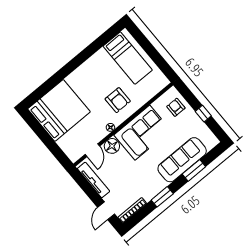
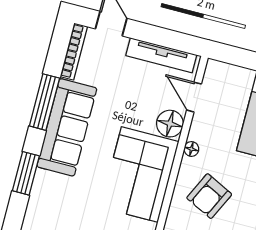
armchair: (118, 100) -> (209, 196), turned -64
sofa: (182, 160) -> (67, 127), moved
window: (162, 197) -> (44, 102), width x1.44

